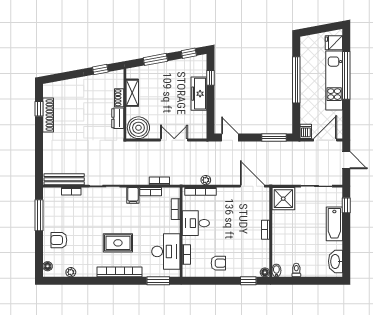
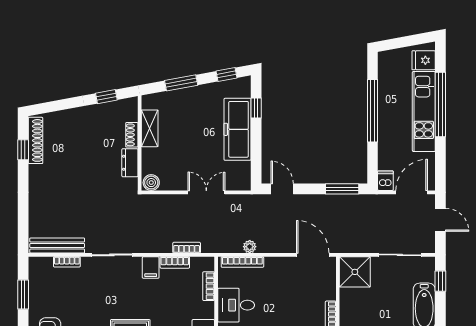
freezer: (199, 94) -> (237, 129), width x1.36, depth x1.26
shoe rack: (48, 115) -> (36, 140), moved
boiler: (138, 128) -> (151, 183), width x0.54, depth x0.54
window: (39, 215) -> (23, 294), width x0.69

